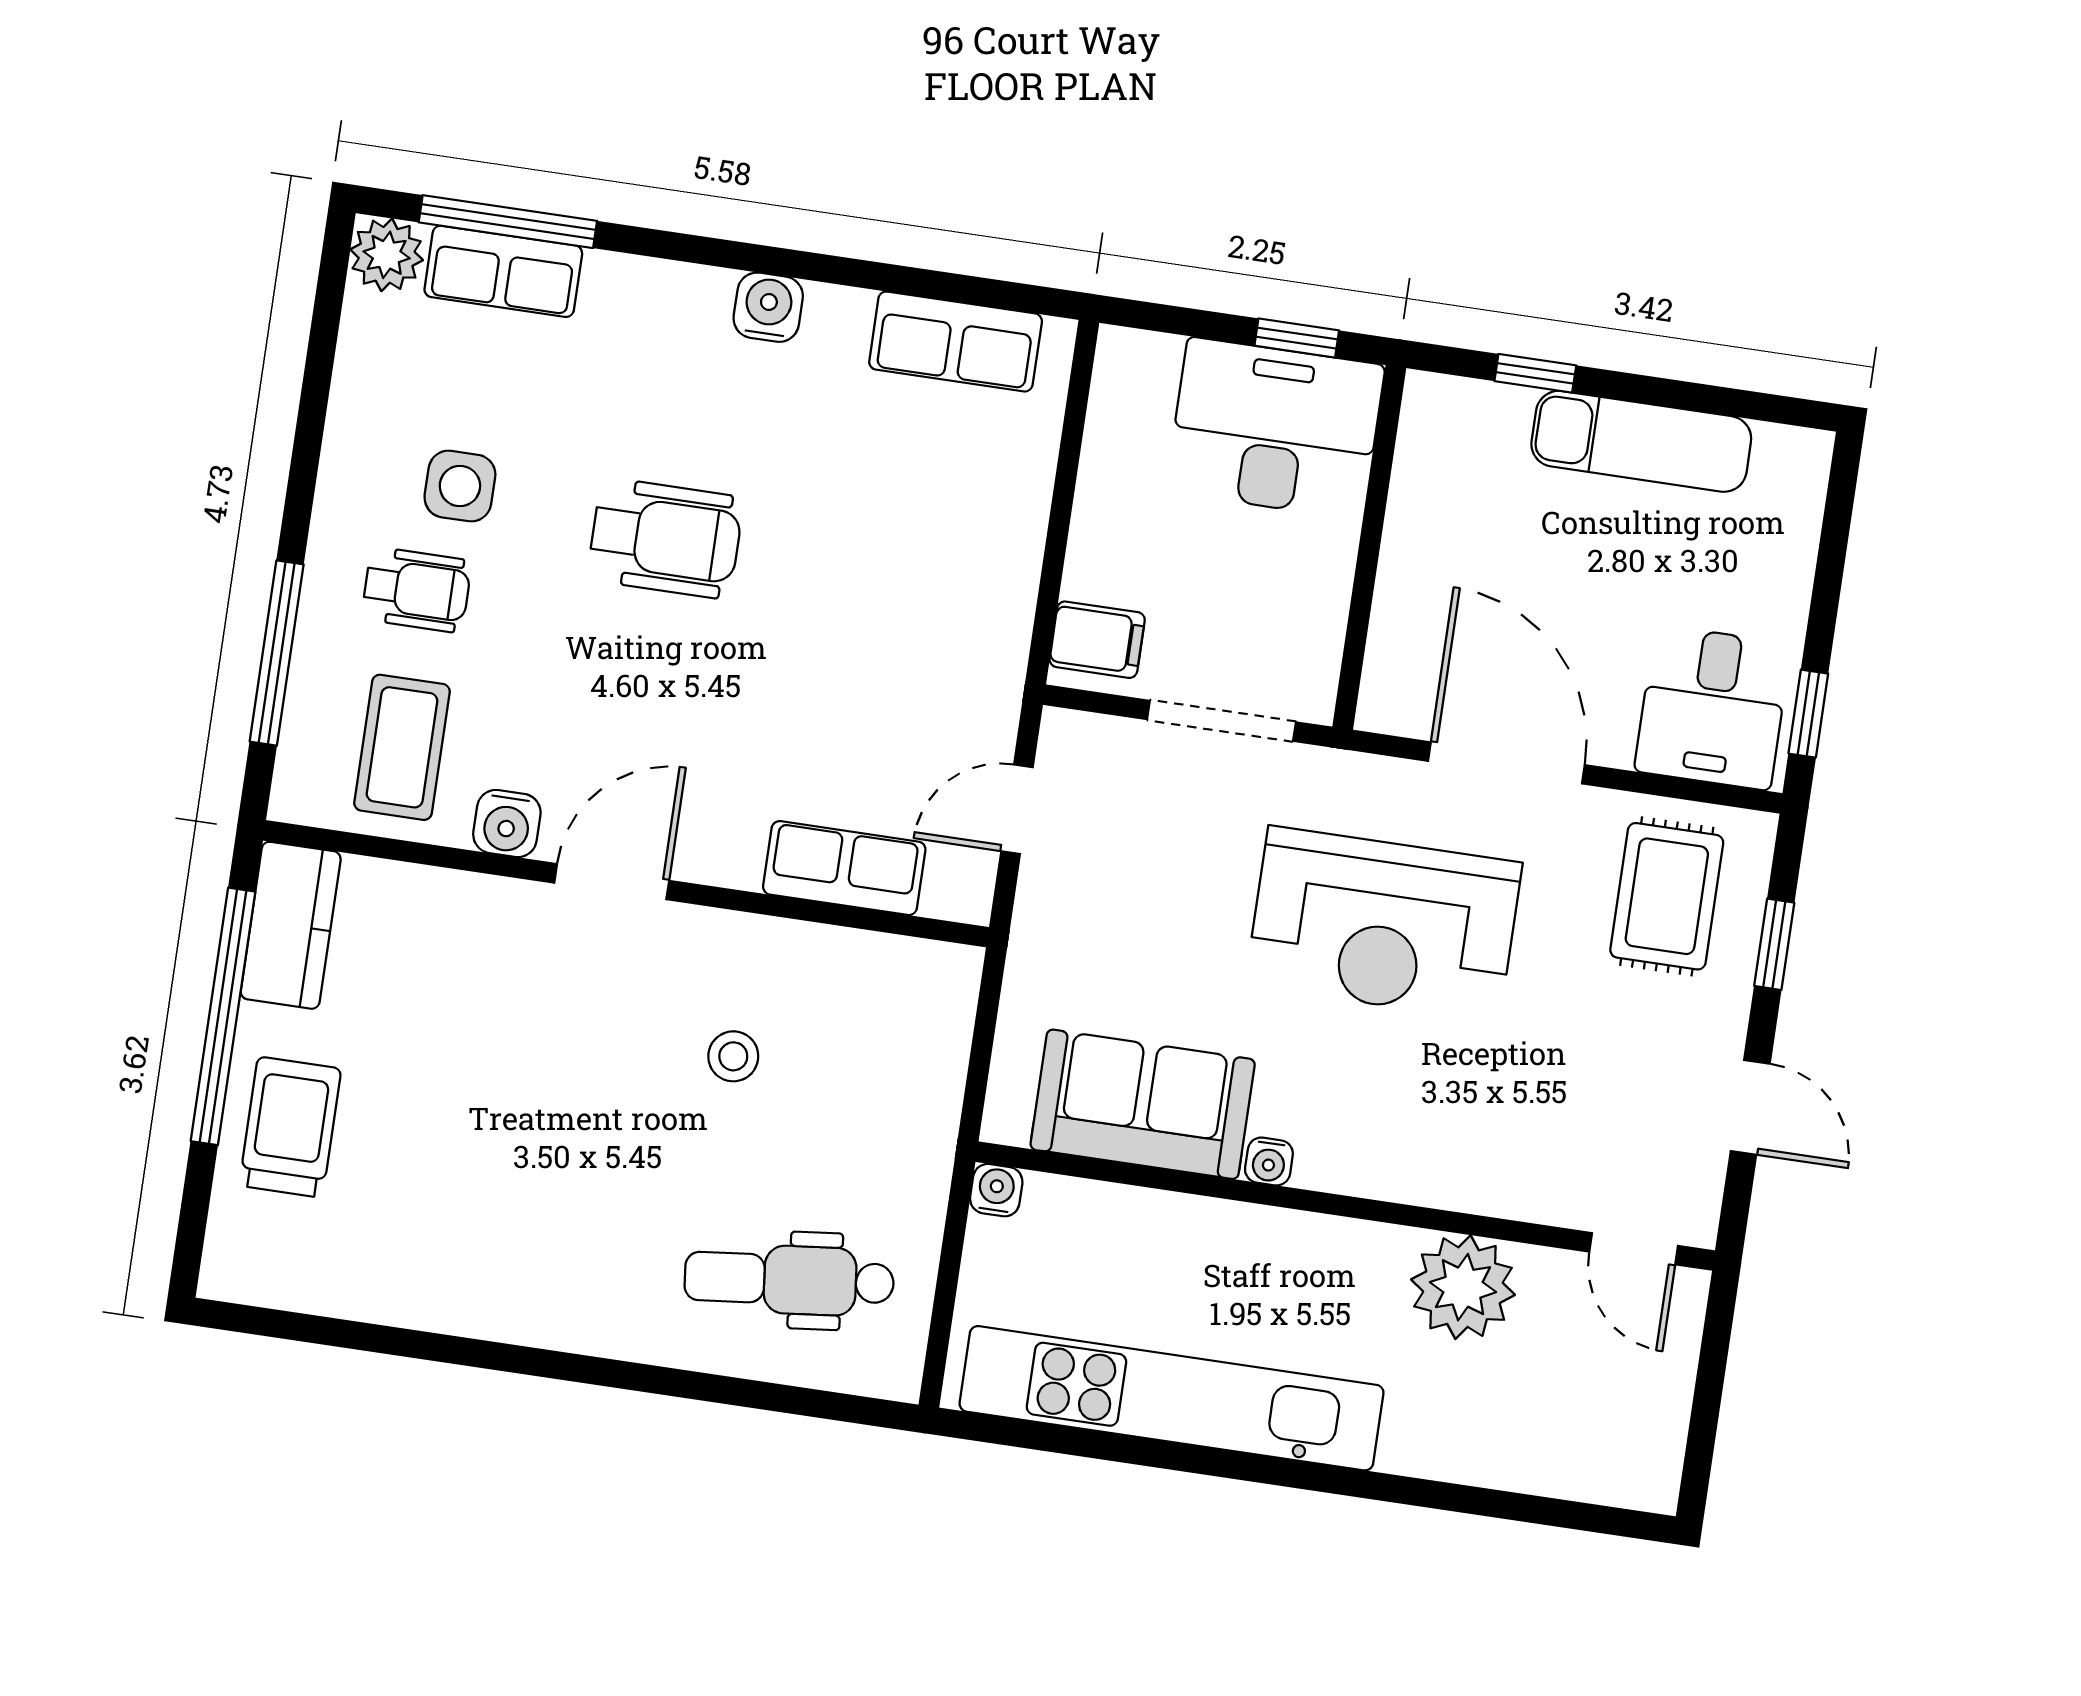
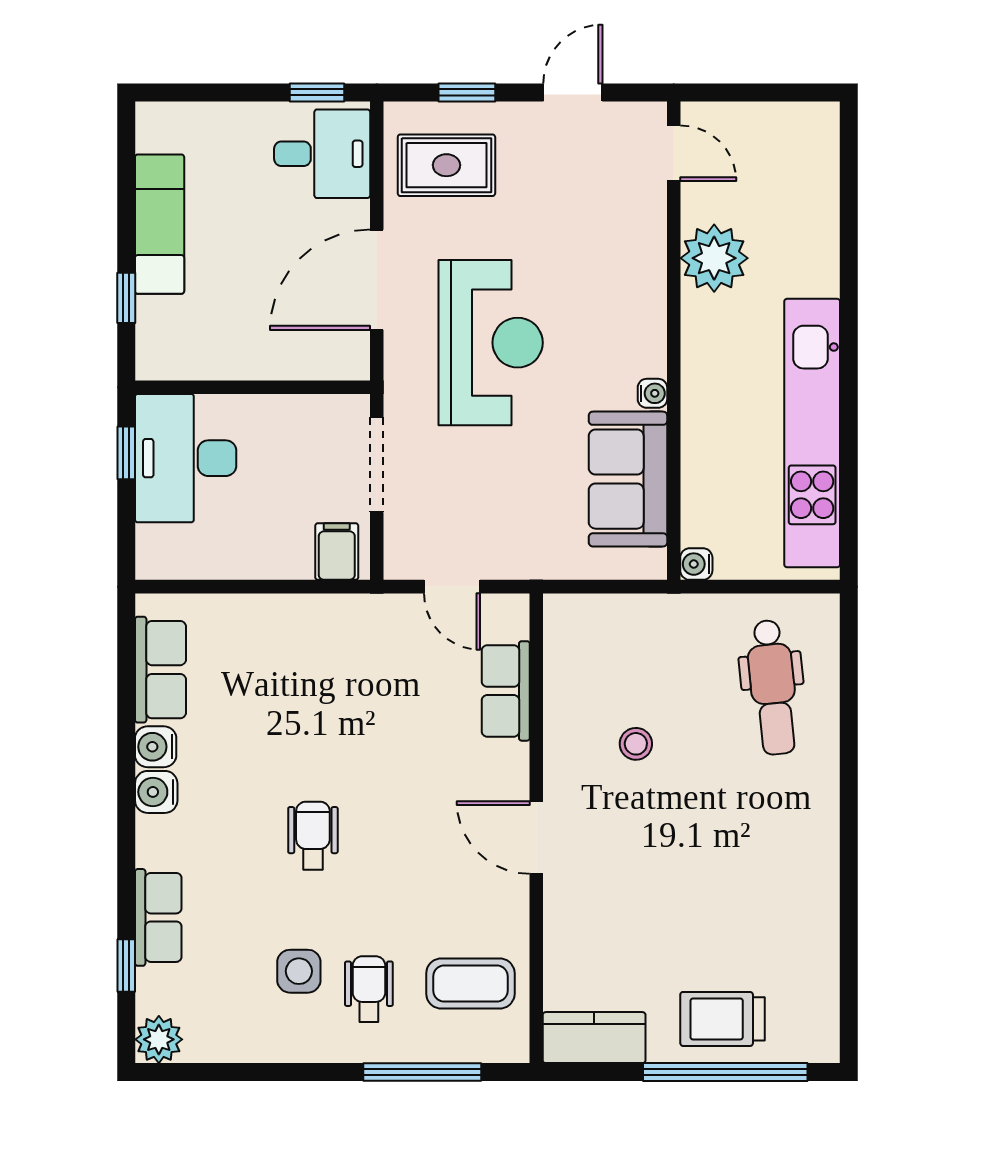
window: (508, 222) -> (126, 966), width x0.46
row of seats: (503, 271) -> (158, 917), moved
wheelchair: (665, 538) -> (313, 836), width x0.73, depth x0.73
water cooler: (507, 824) -> (156, 747), moved, turned 180
window: (223, 1016) -> (725, 1072), moved
door: (1634, 1249) -> (674, 153), hinge flipped

